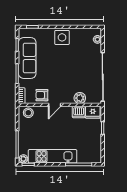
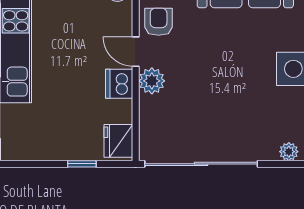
plant: (80, 98) -> (152, 81), moved
dishwasher: (79, 112) -> (119, 84), moved

